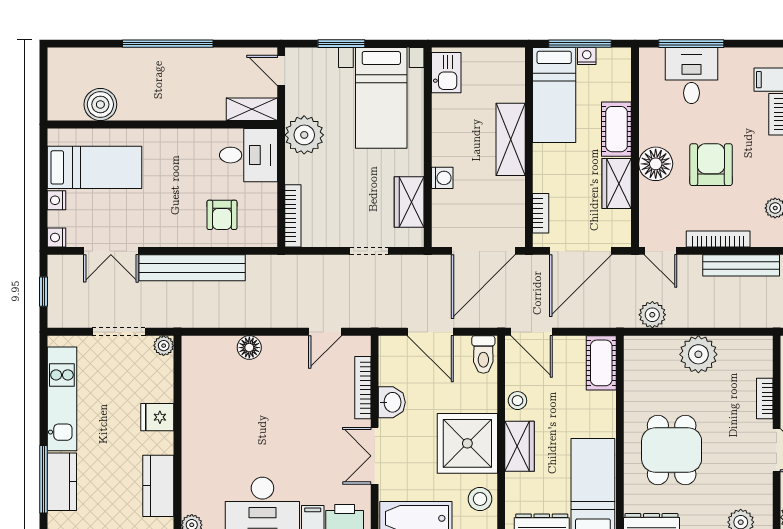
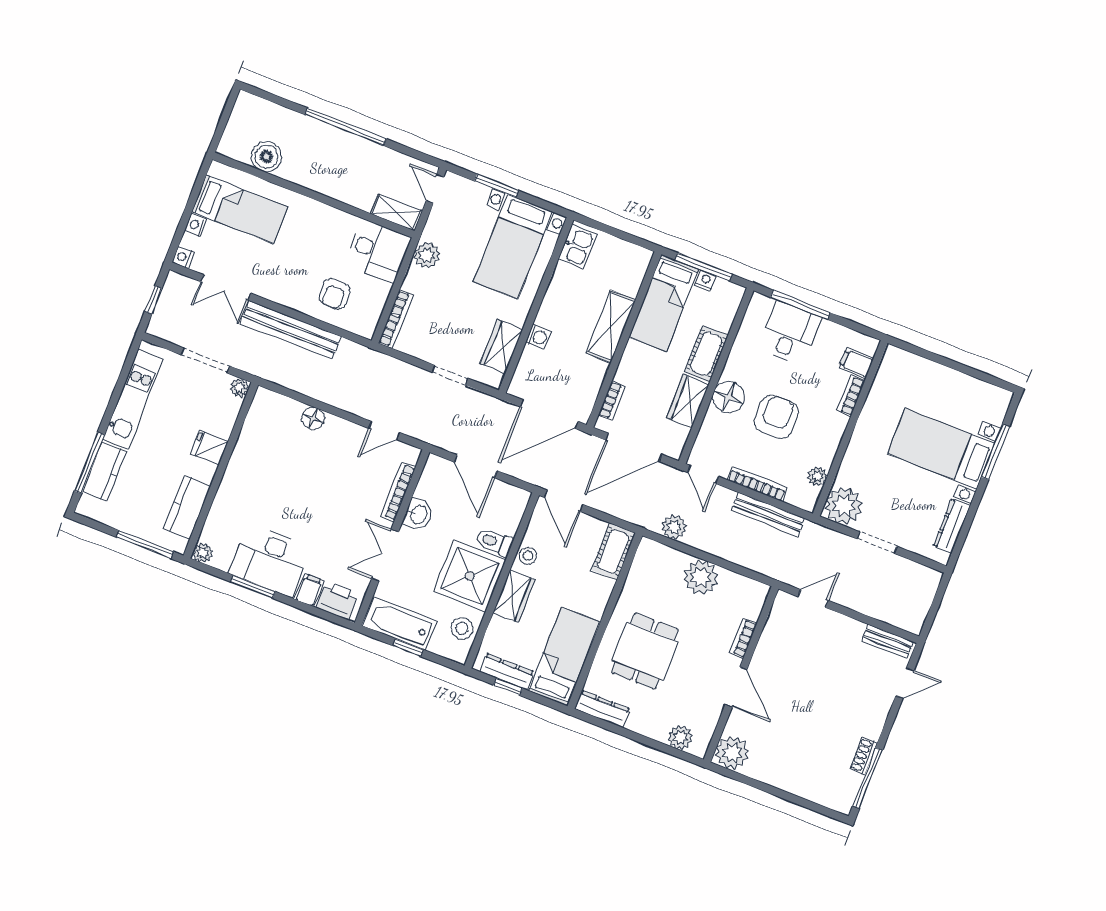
plant: (304, 135) -> (427, 255), width x0.73, depth x0.73
toilet: (483, 354) -> (494, 542), moved, turned 90

